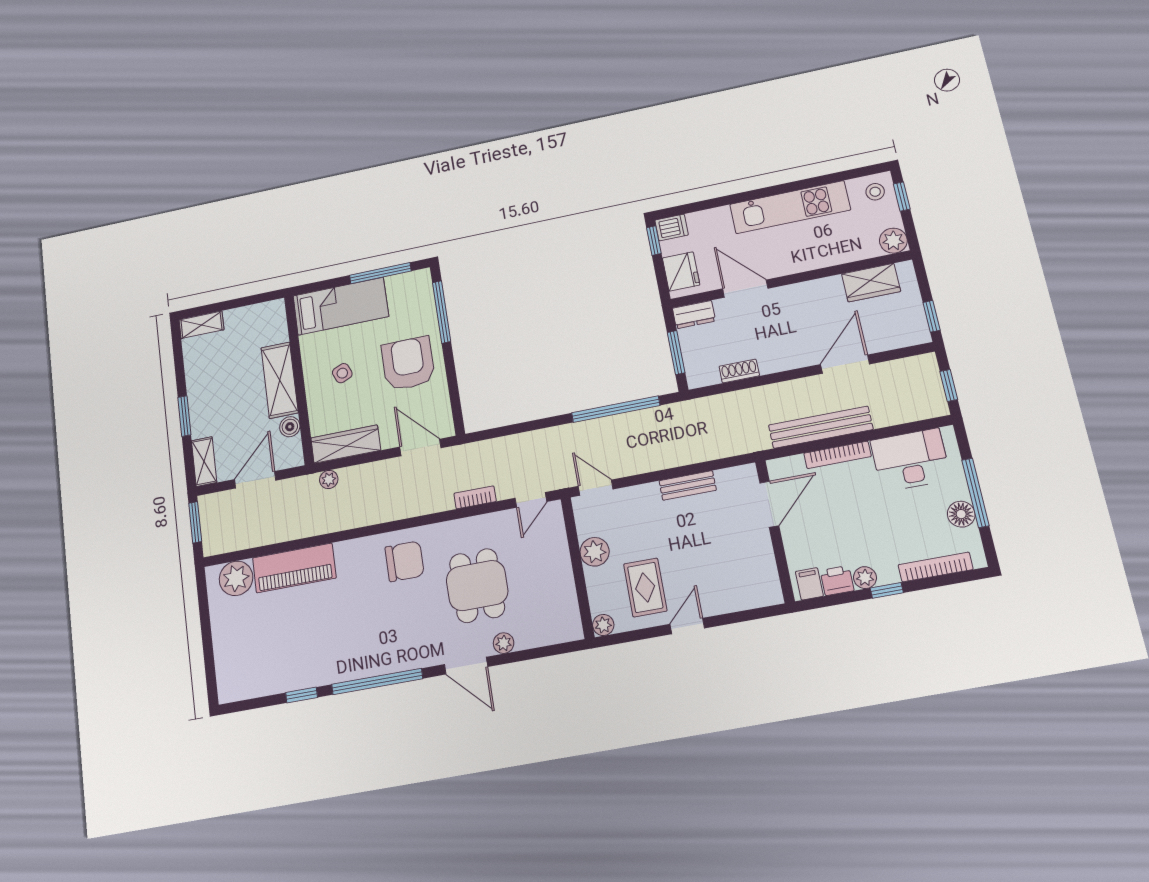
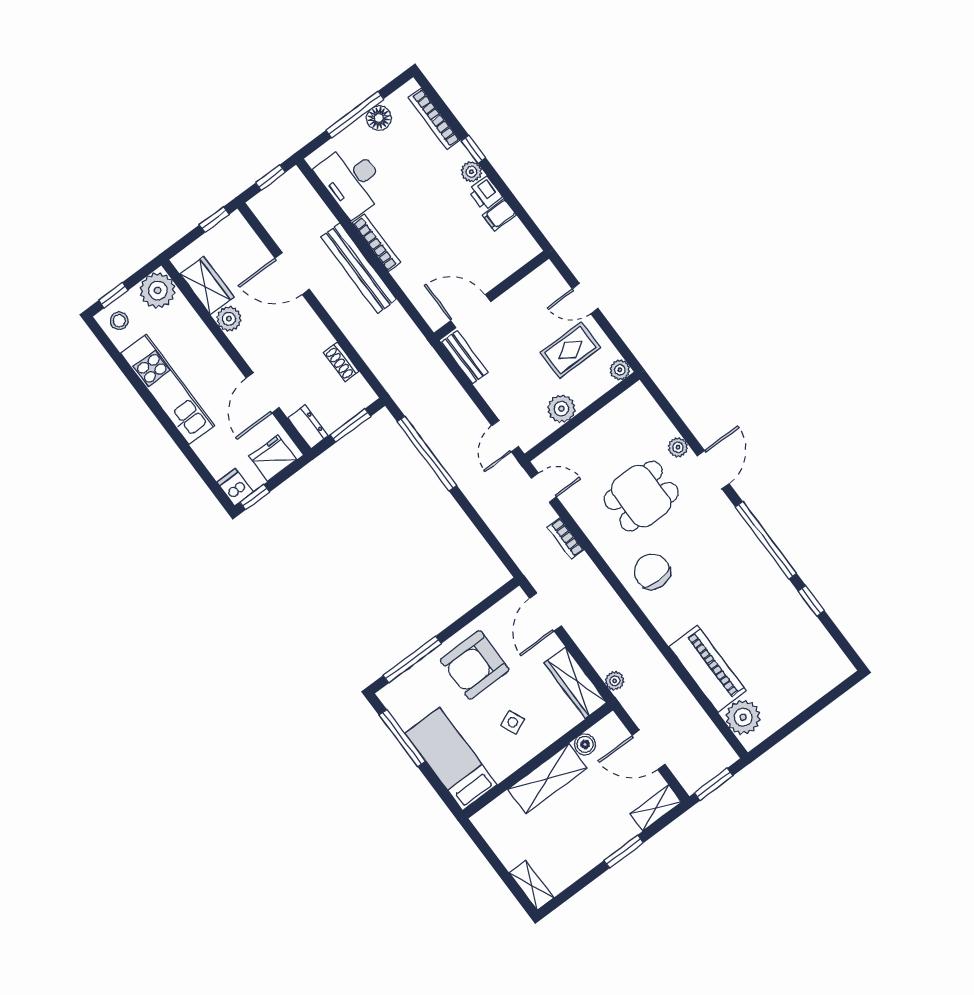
plant: (893, 241) -> (158, 290), width x1.36, depth x1.36
plant: (830, 289) -> (229, 319), added
door: (769, 504) -> (471, 311), moved
wall: (775, 531) -> (491, 296), moved

